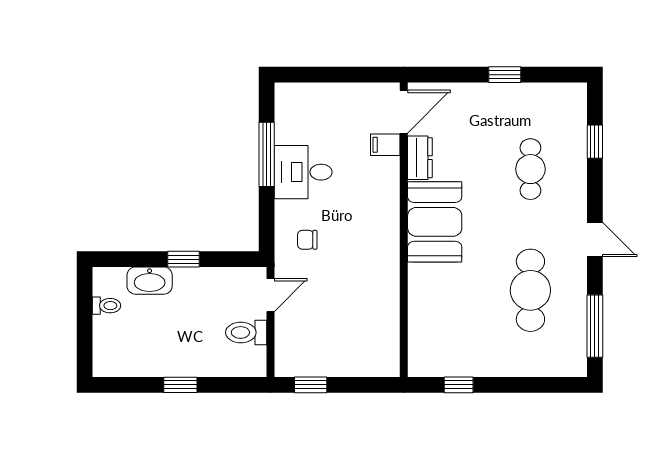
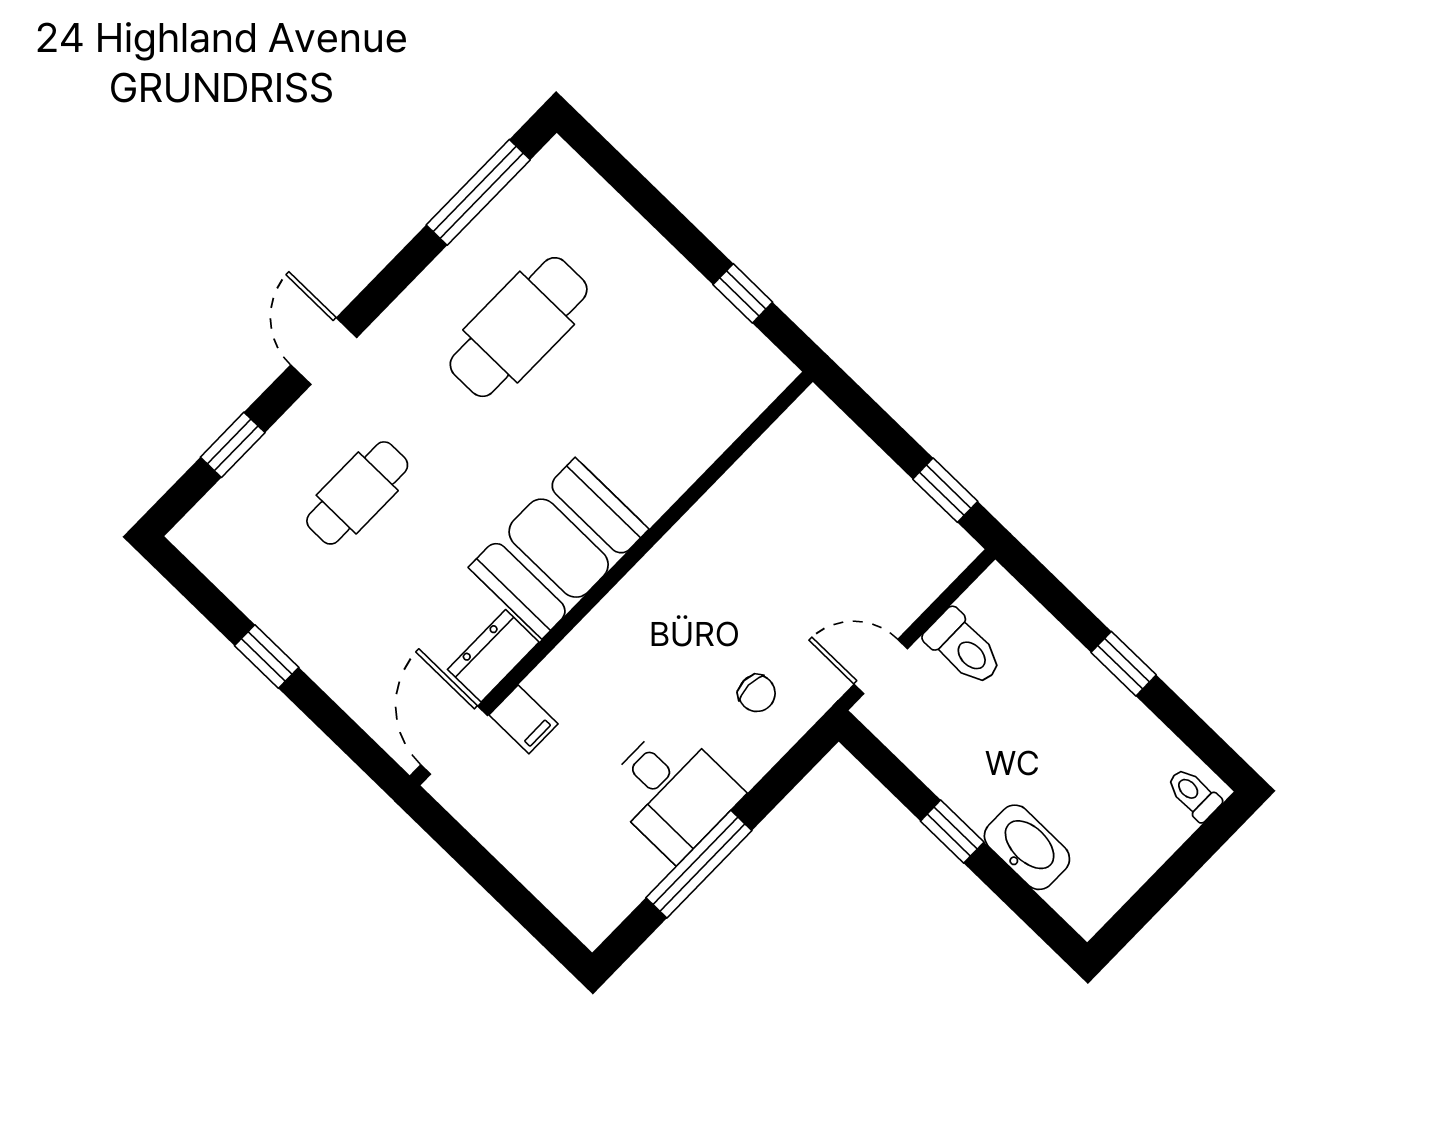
door: (404, 112) -> (454, 740), hinge flipped
door: (595, 239) -> (324, 351), moved
toilet: (106, 306) -> (1194, 794), moved

